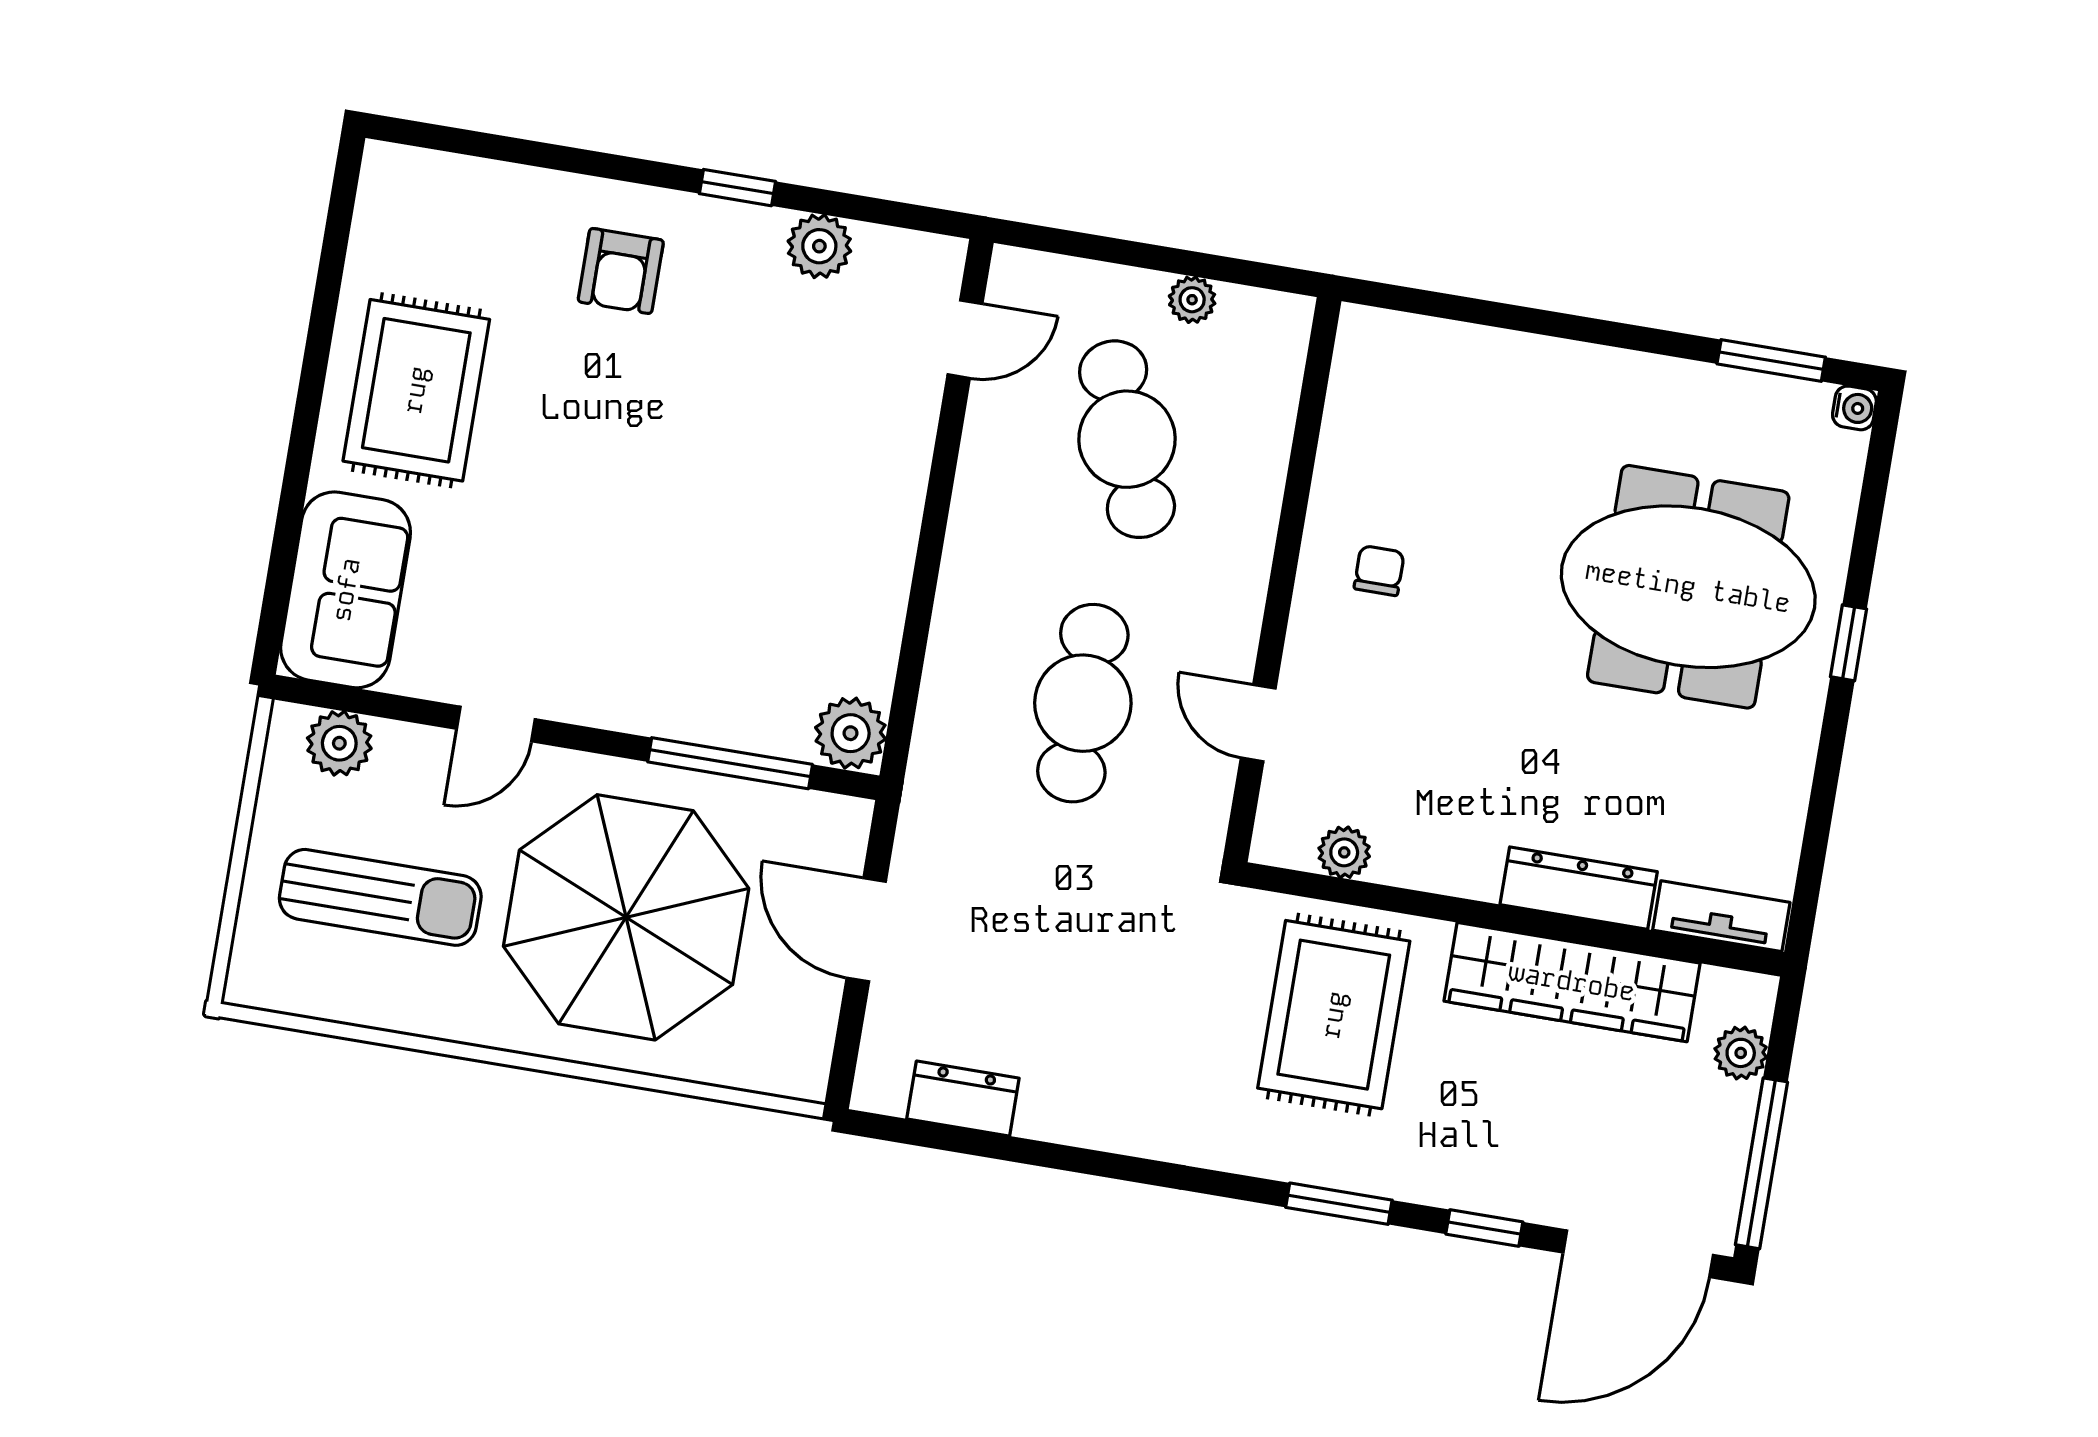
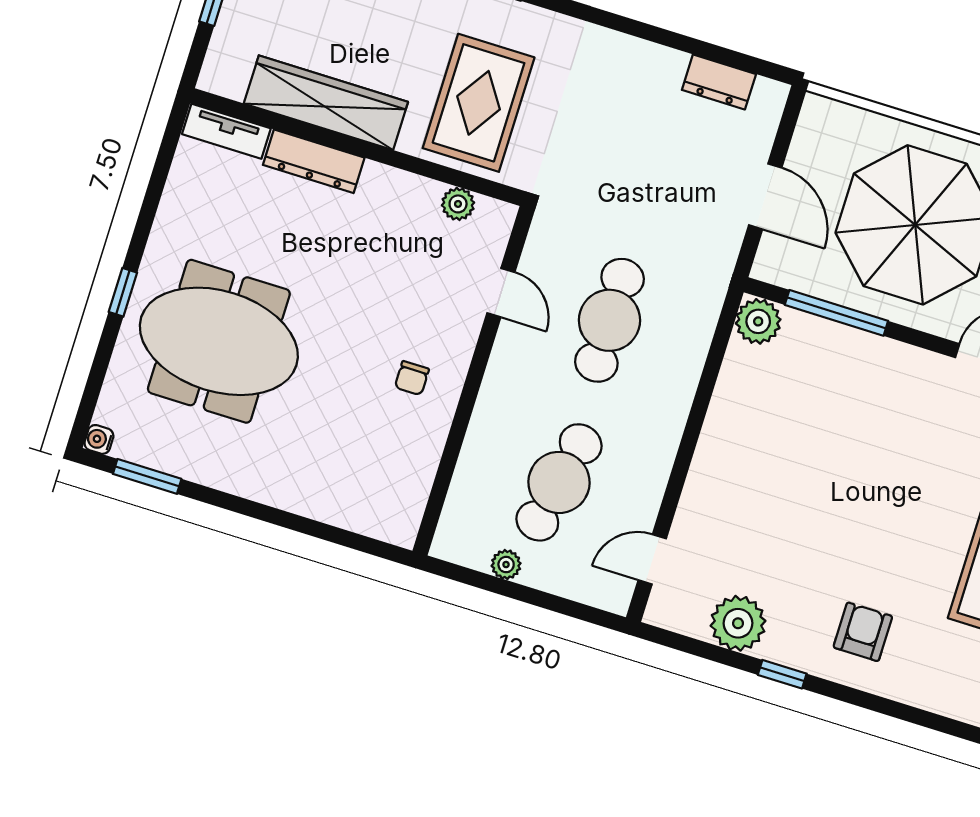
plant: (819, 246) -> (738, 623), width x1.36, depth x1.36
cafe table: (1127, 439) -> (559, 482), turned 33
plant: (1741, 1053) -> (226, 44), removed

